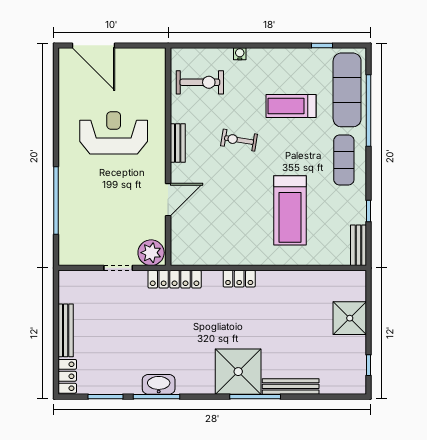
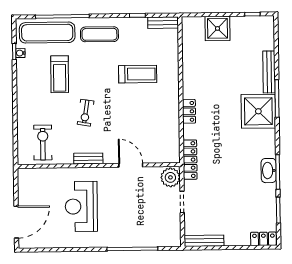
water cooler: (240, 54) -> (20, 53), moved
treadmill: (290, 210) -> (138, 74), width x0.73, depth x0.73
bench: (66, 330) -> (204, 241), moved

